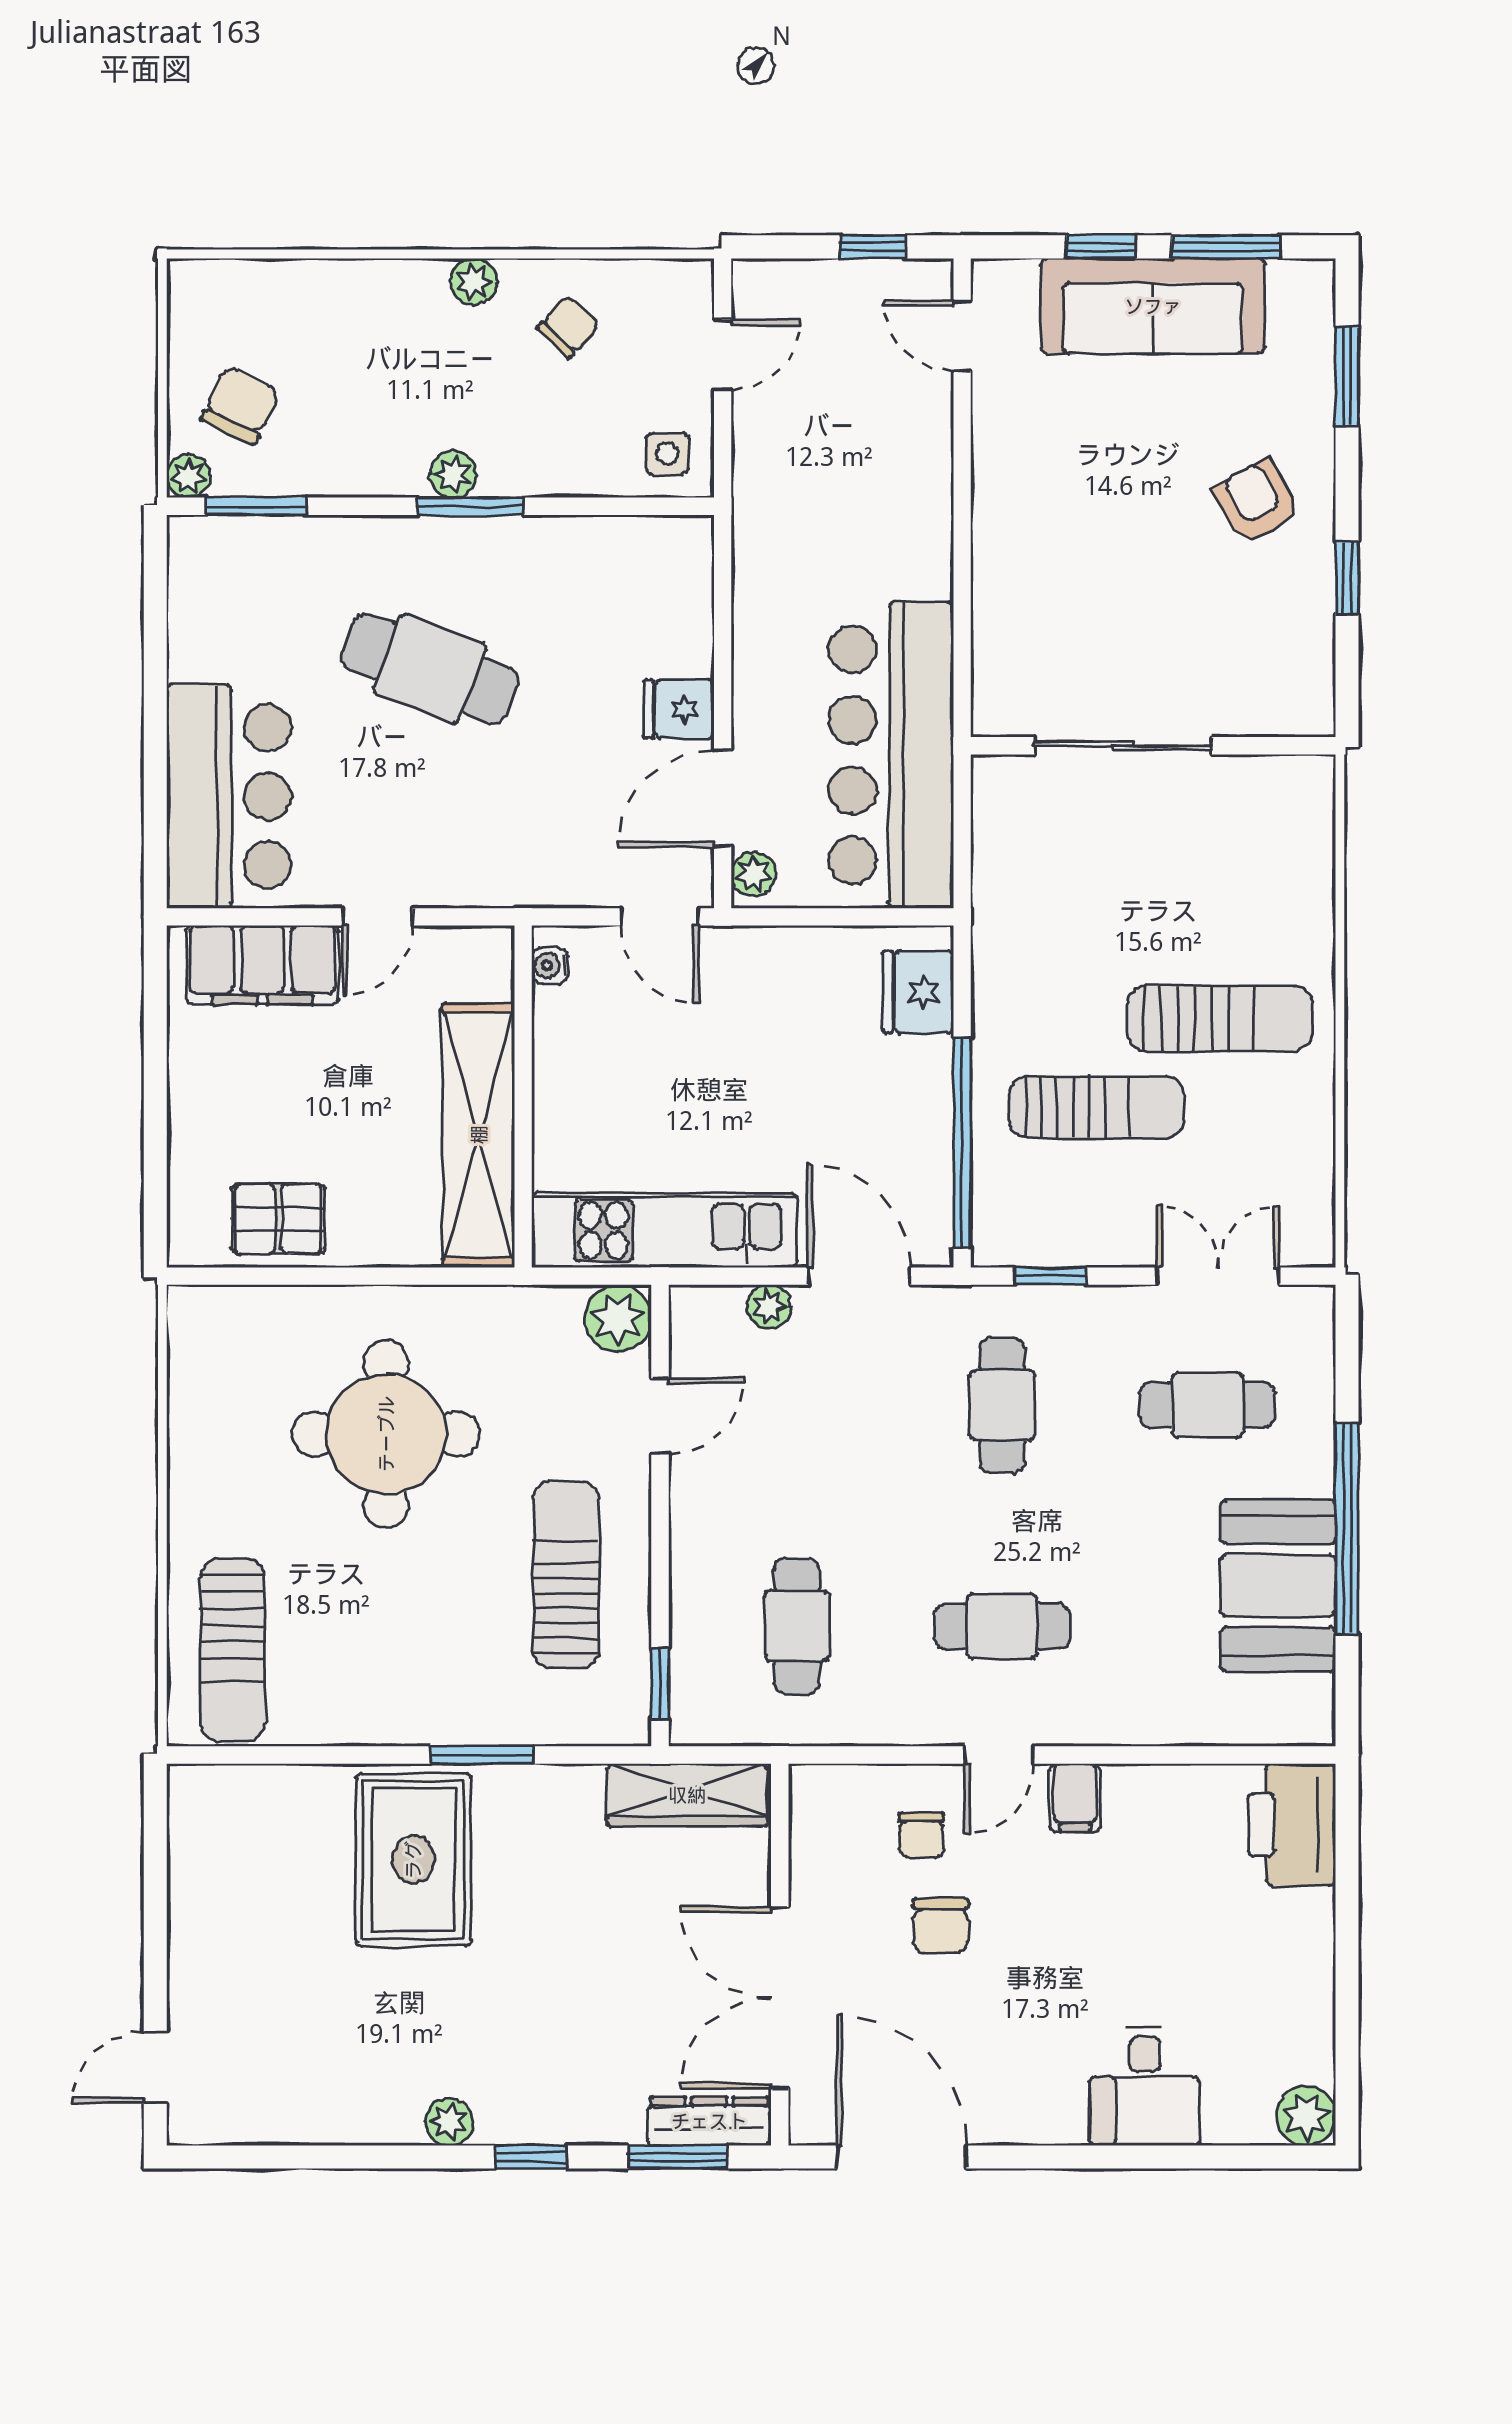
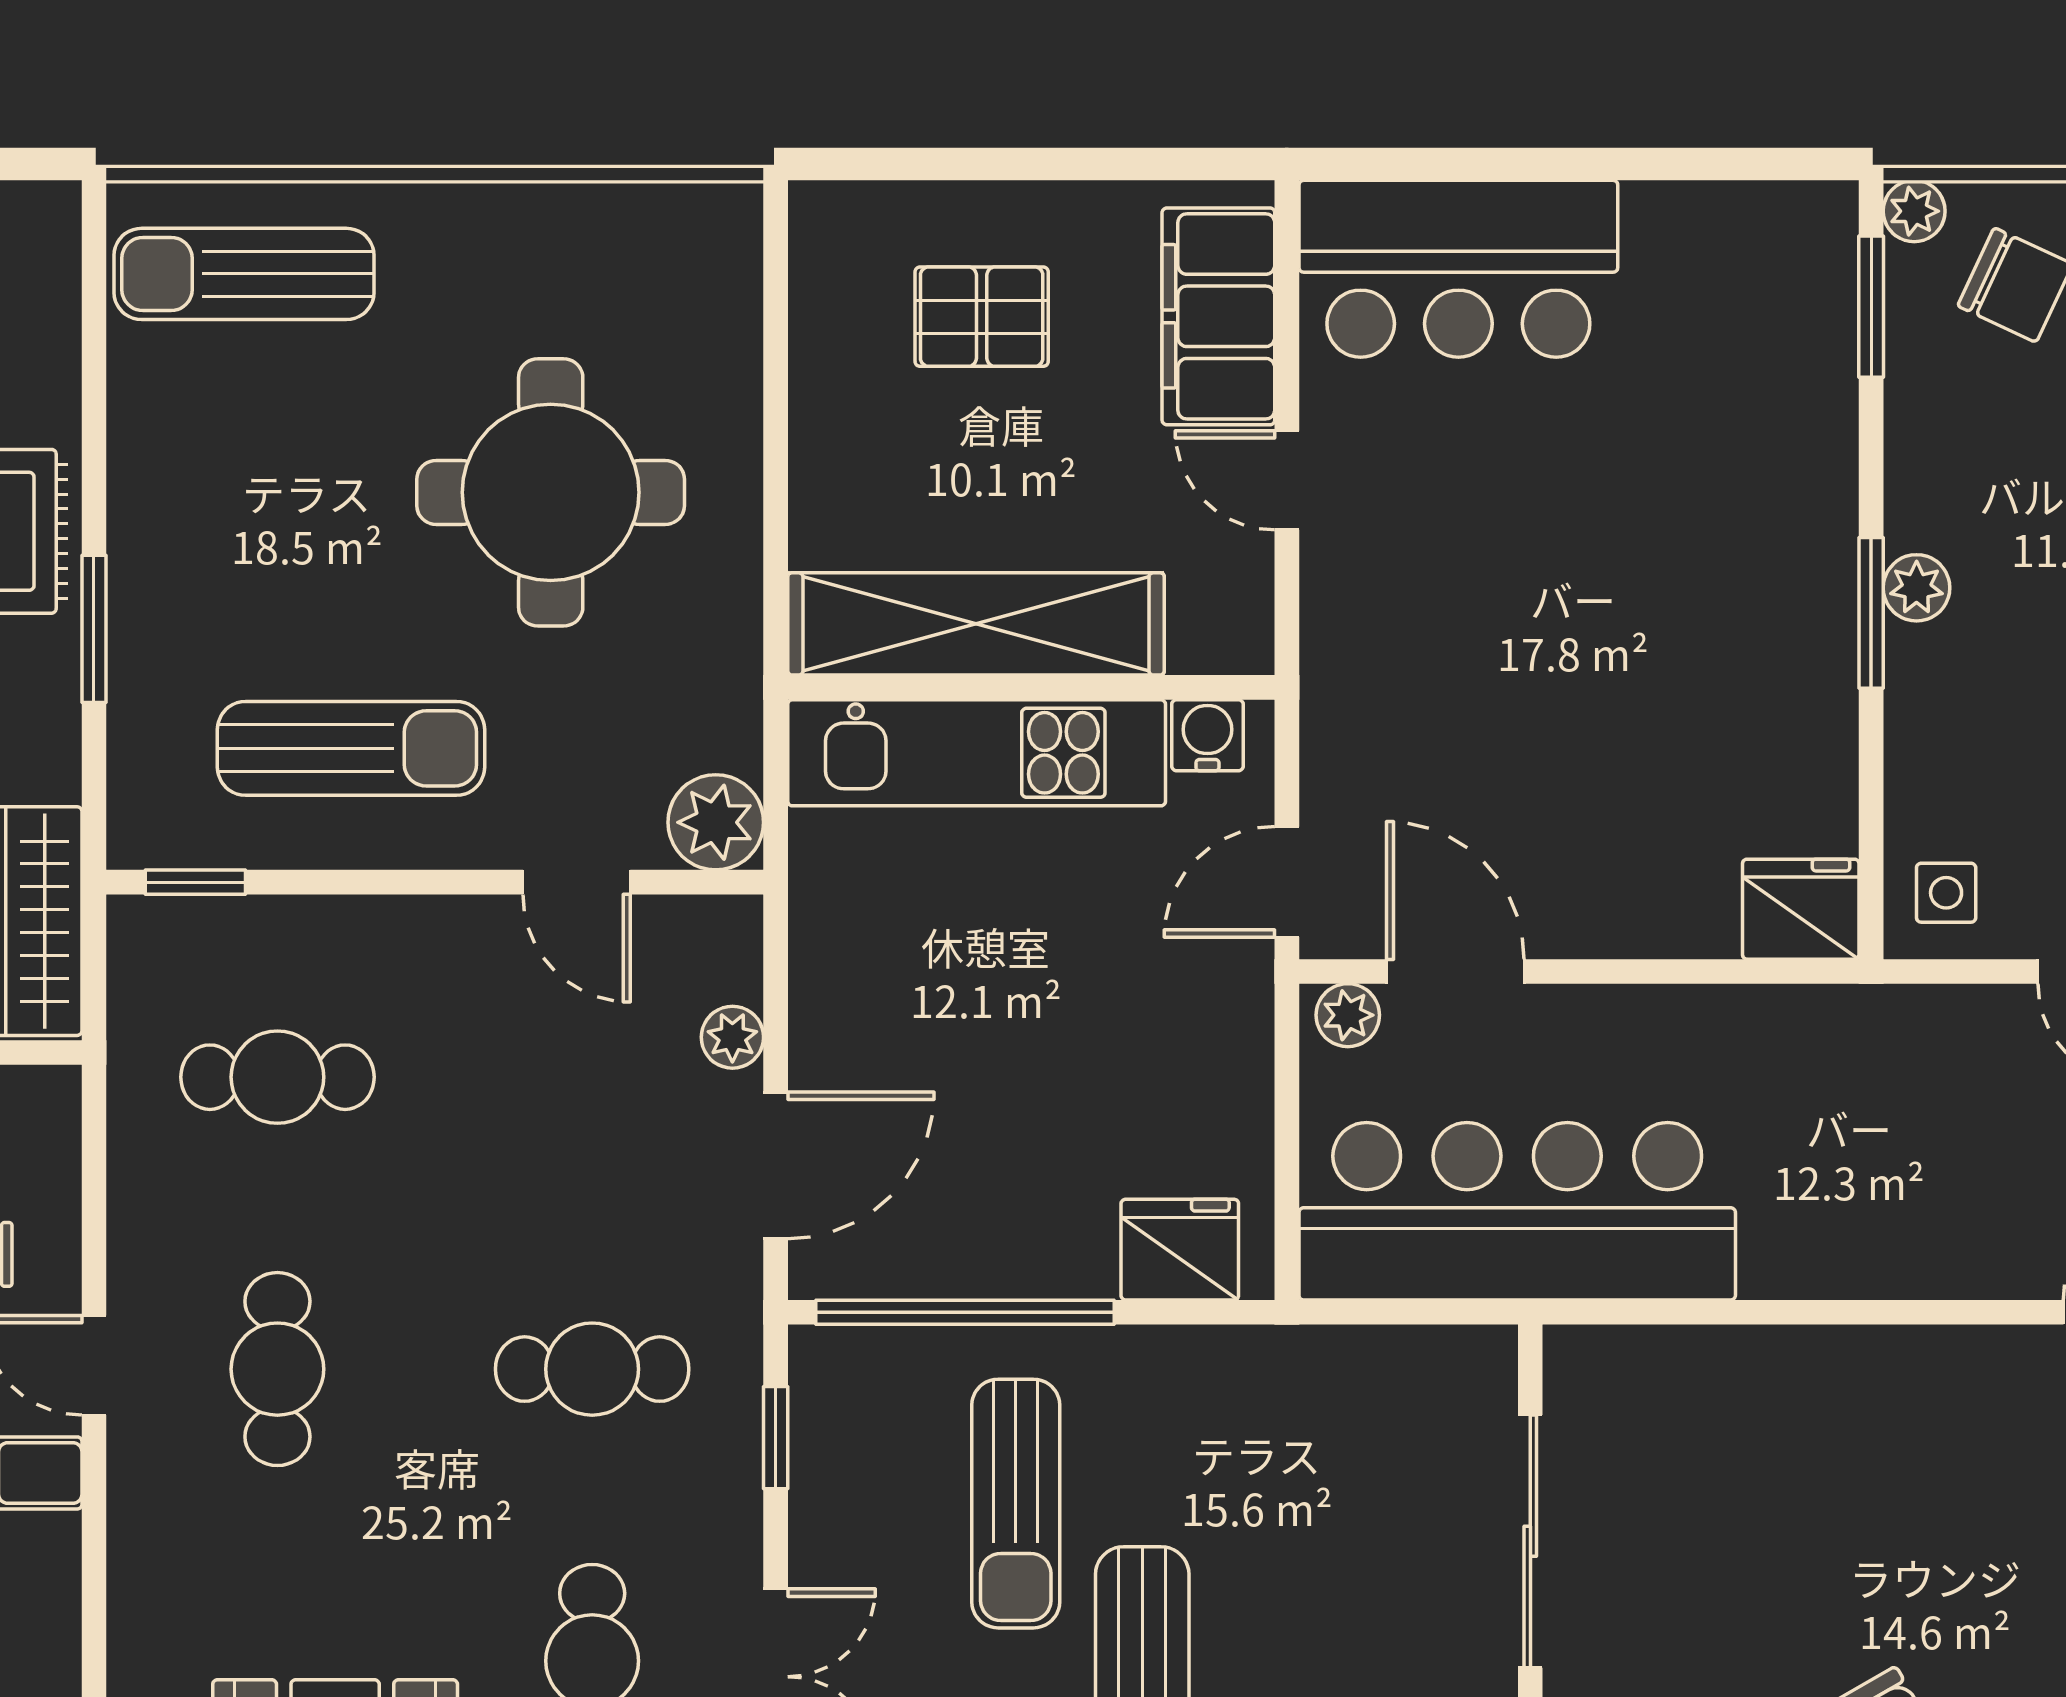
cafe table: (430, 669) -> (1640, 555), removed
fridge: (679, 709) -> (1801, 909), moved, width x1.38
water cooler: (550, 966) -> (1207, 735), width x1.38, depth x1.38
pallet: (278, 1219) -> (982, 317), moved, turned 90
kitchen unit: (664, 1230) -> (977, 753), moved, turned 90

